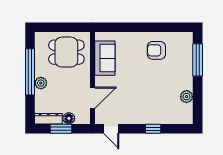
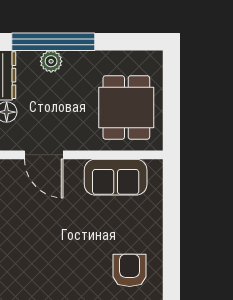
window: (30, 72) -> (53, 42), moved
plant: (41, 83) -> (51, 61), moved

